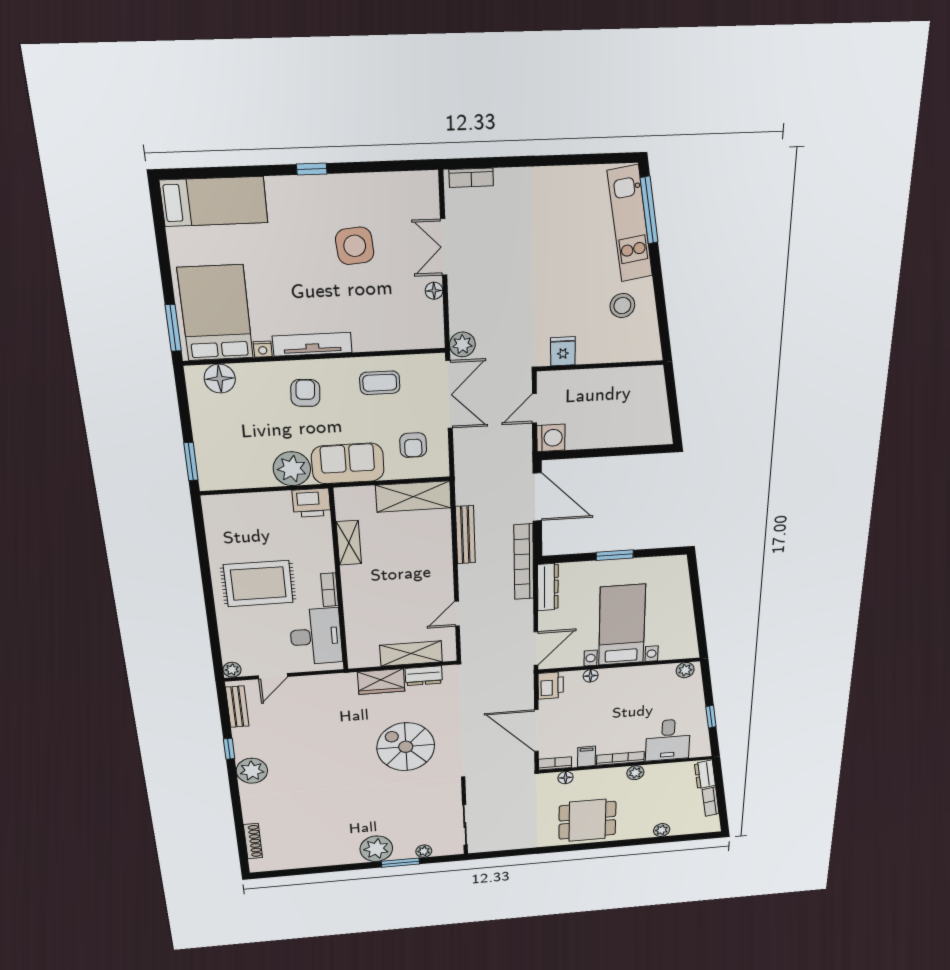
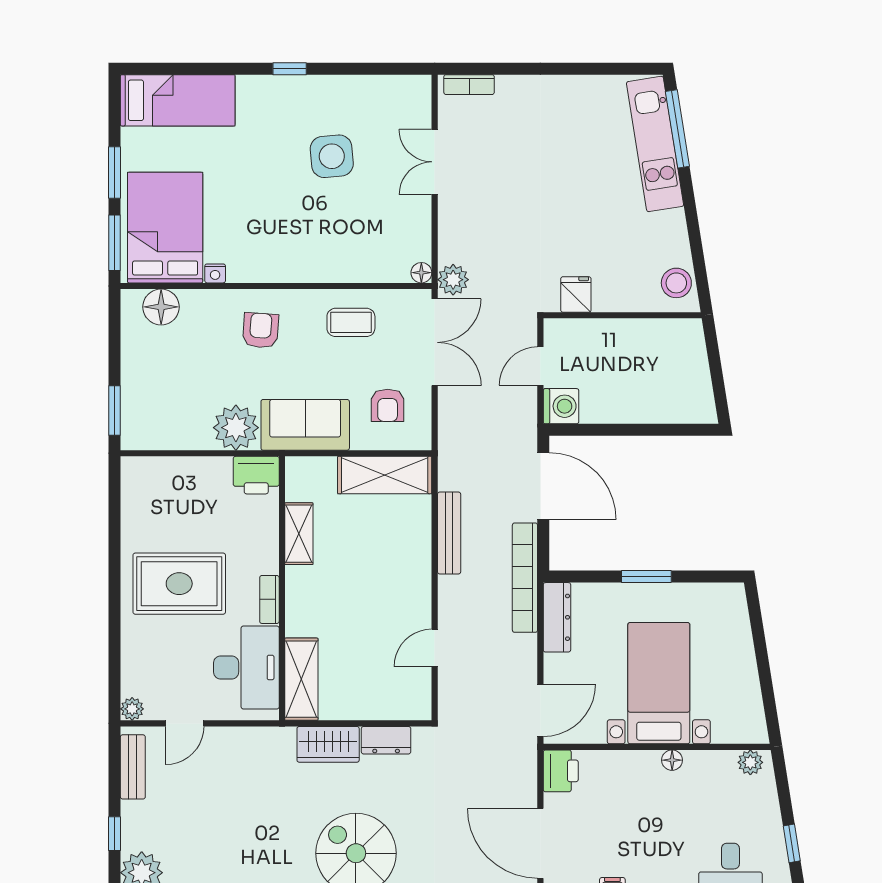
window: (165, 268) -> (115, 172), added
floor lamp: (434, 291) -> (421, 273), moved
stool: (622, 306) -> (676, 283), moved
tv unit: (312, 344) -> (274, 271), removed
shelving: (411, 654) -> (301, 679), moved, turned 90
floor lamp: (591, 676) -> (672, 760), moved

